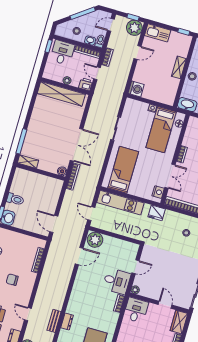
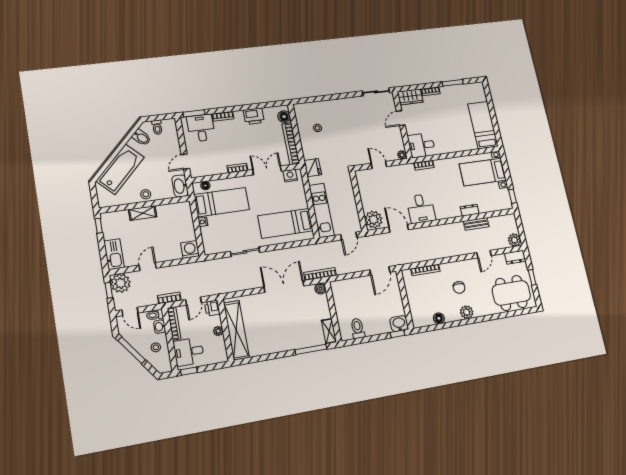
door: (138, 52) -> (148, 267), hinge flipped
toilet: (15, 199) -> (358, 328), moved
desk: (117, 281) -> (421, 209), moved, turned 180

